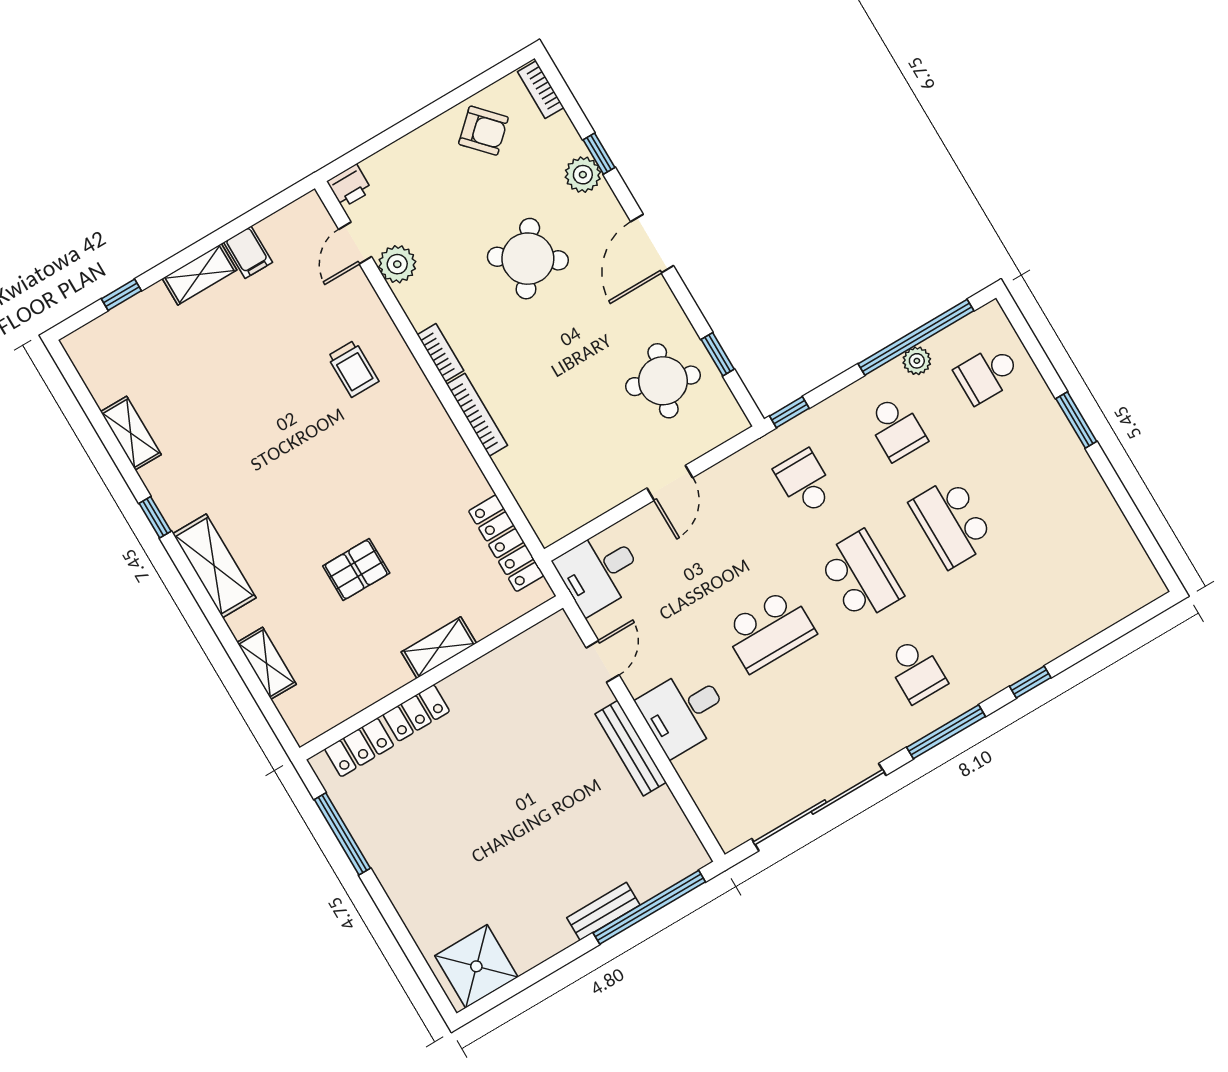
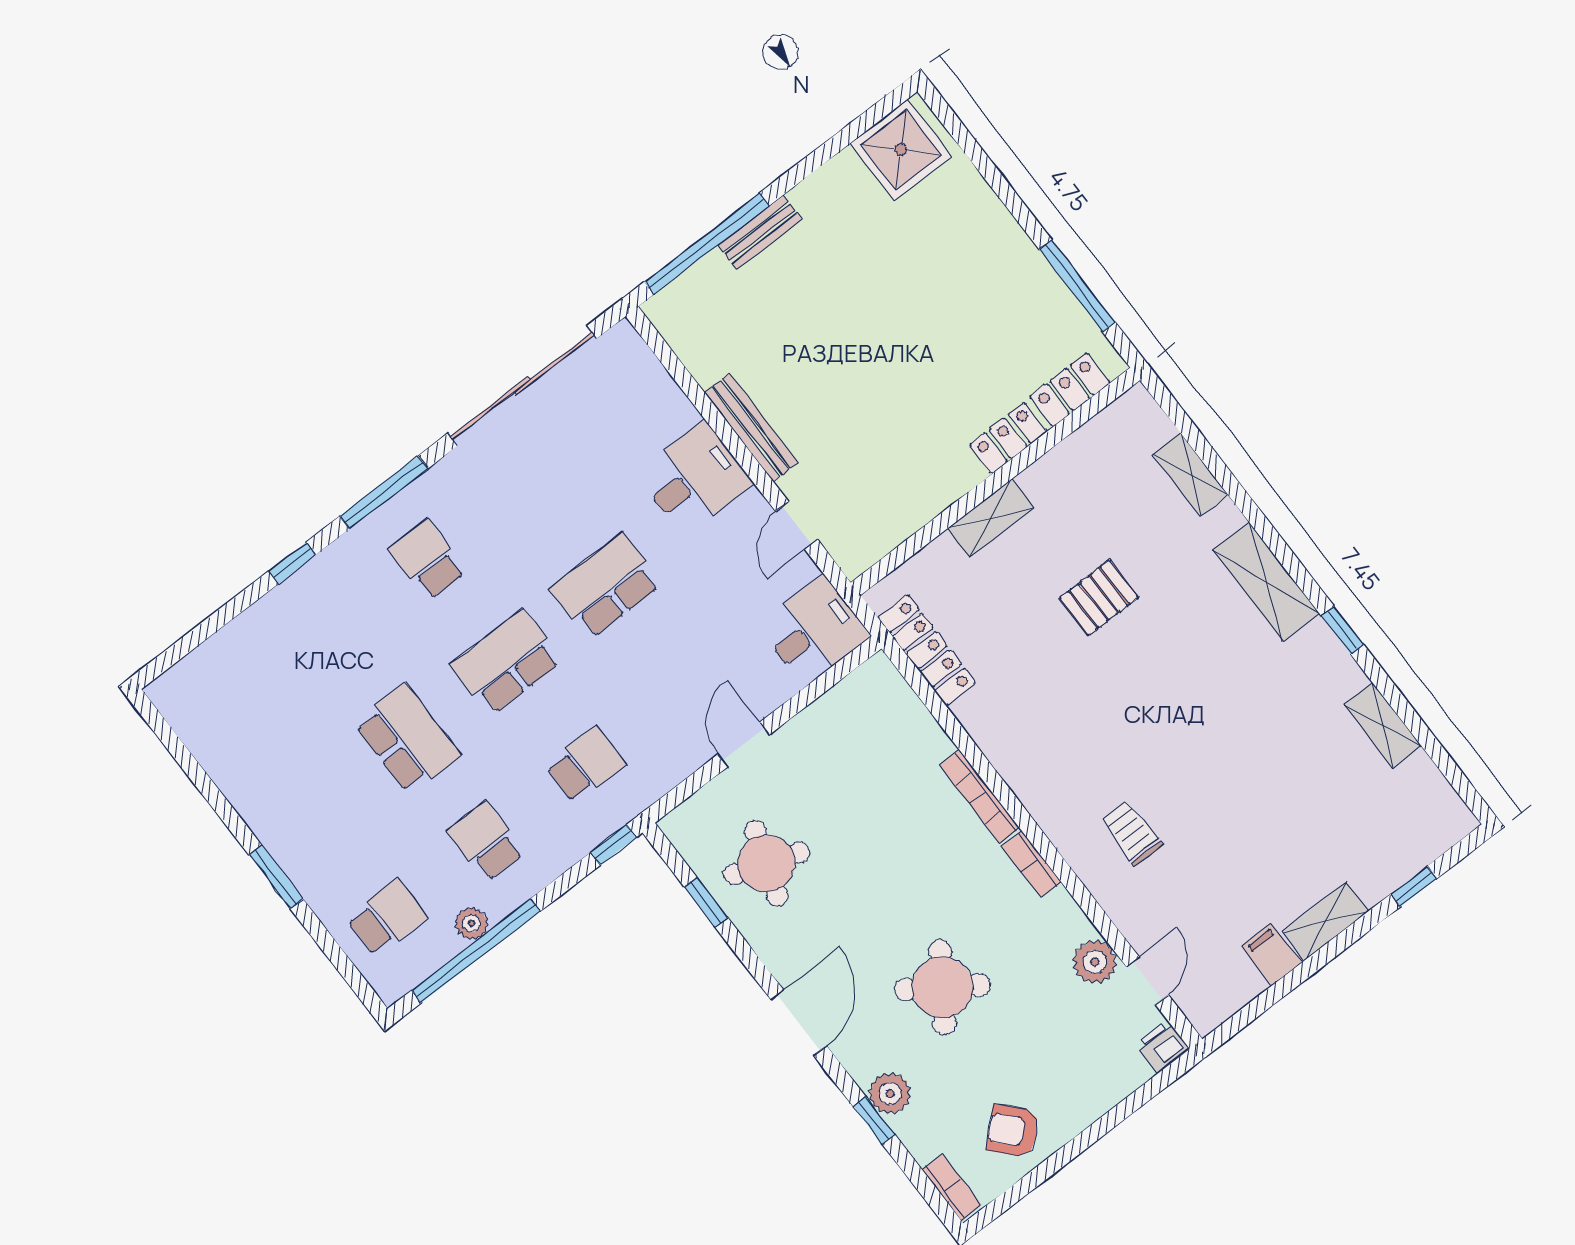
school desk: (805, 482) -> (585, 765), turned -90
school desk: (860, 576) -> (507, 663), turned 90

